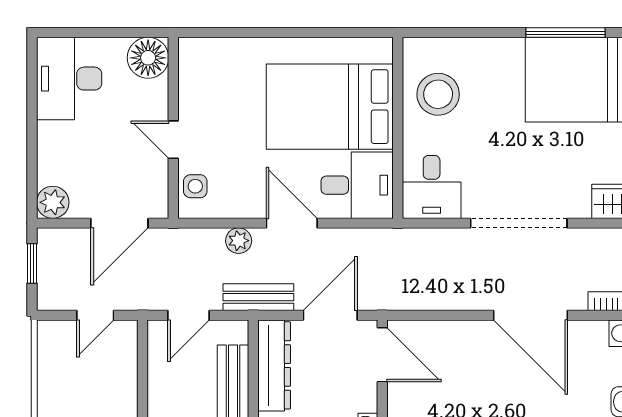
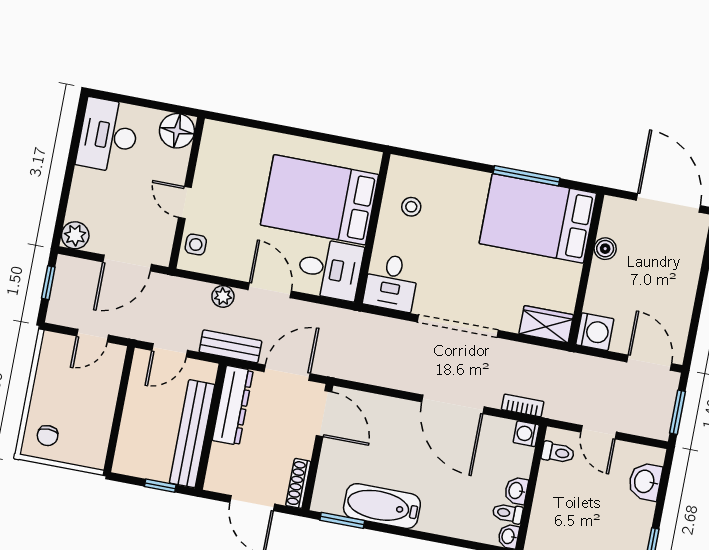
stool: (438, 94) -> (411, 207), width x0.53, depth x0.53

